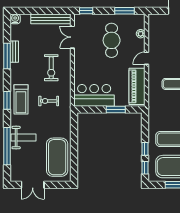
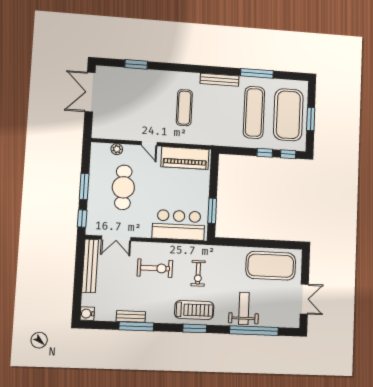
window: (125, 11) -> (84, 187), moved
cafe table: (112, 40) -> (123, 187), turned 90
bar counter: (94, 95) -> (179, 225), moved, turned 90
window: (116, 110) -> (212, 211), moved

